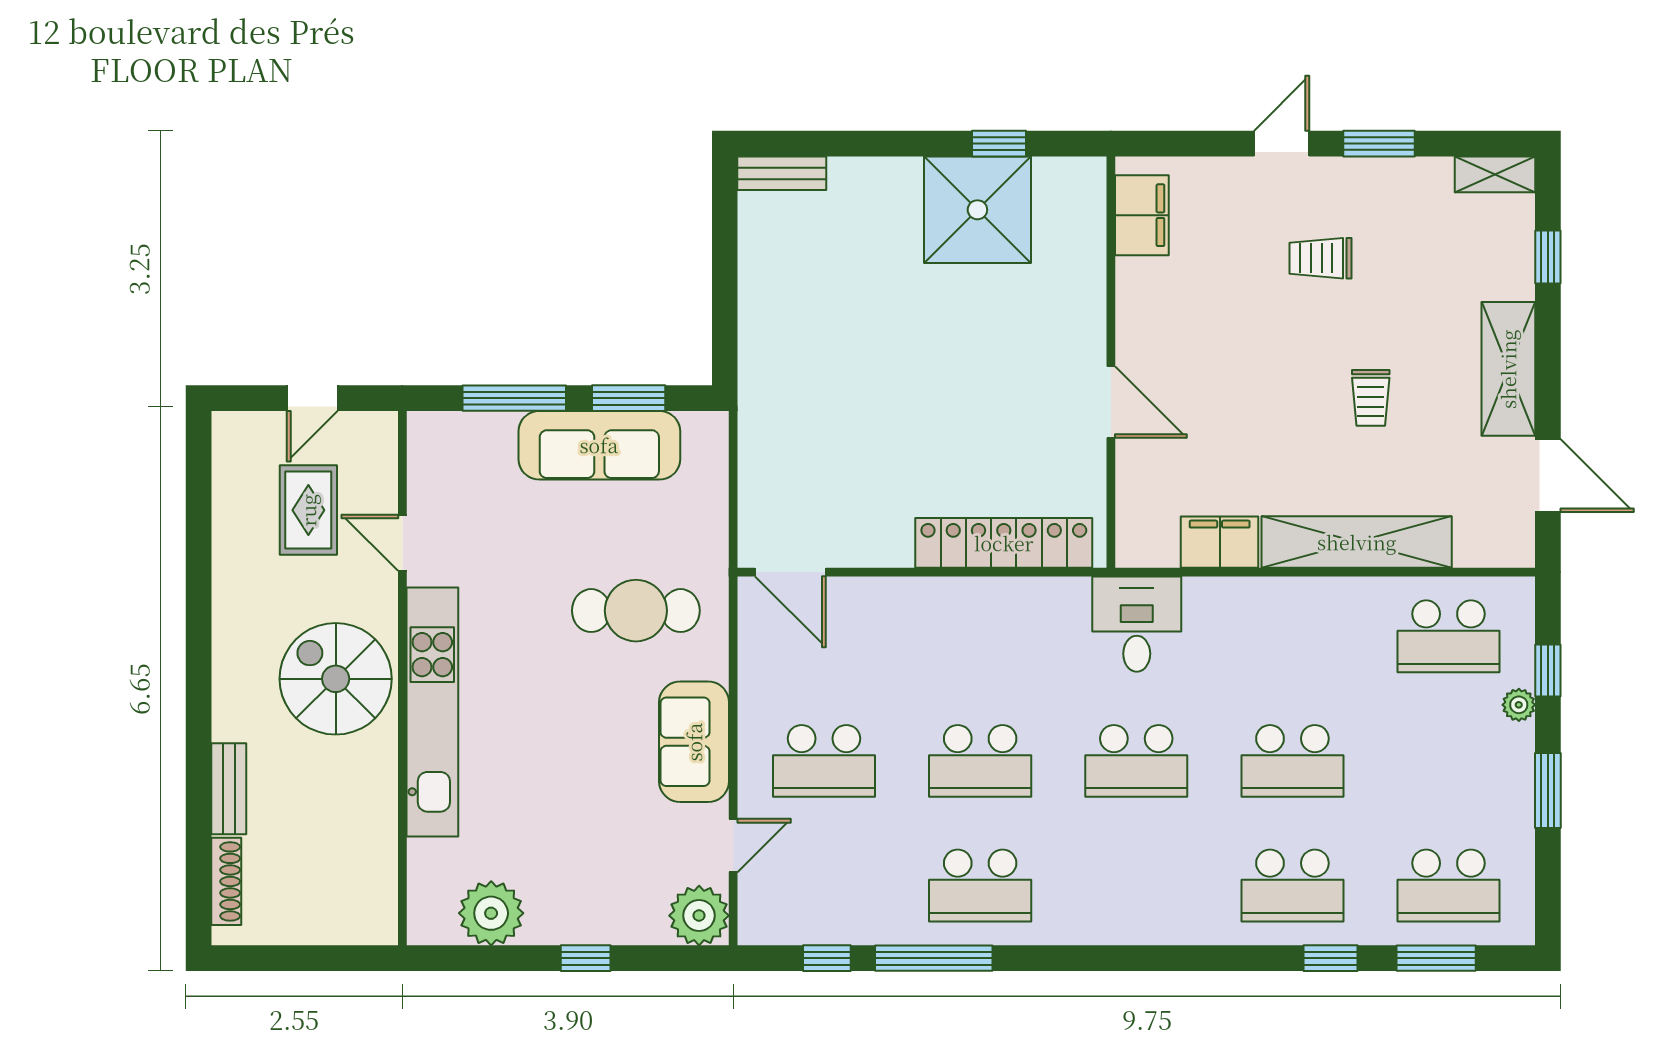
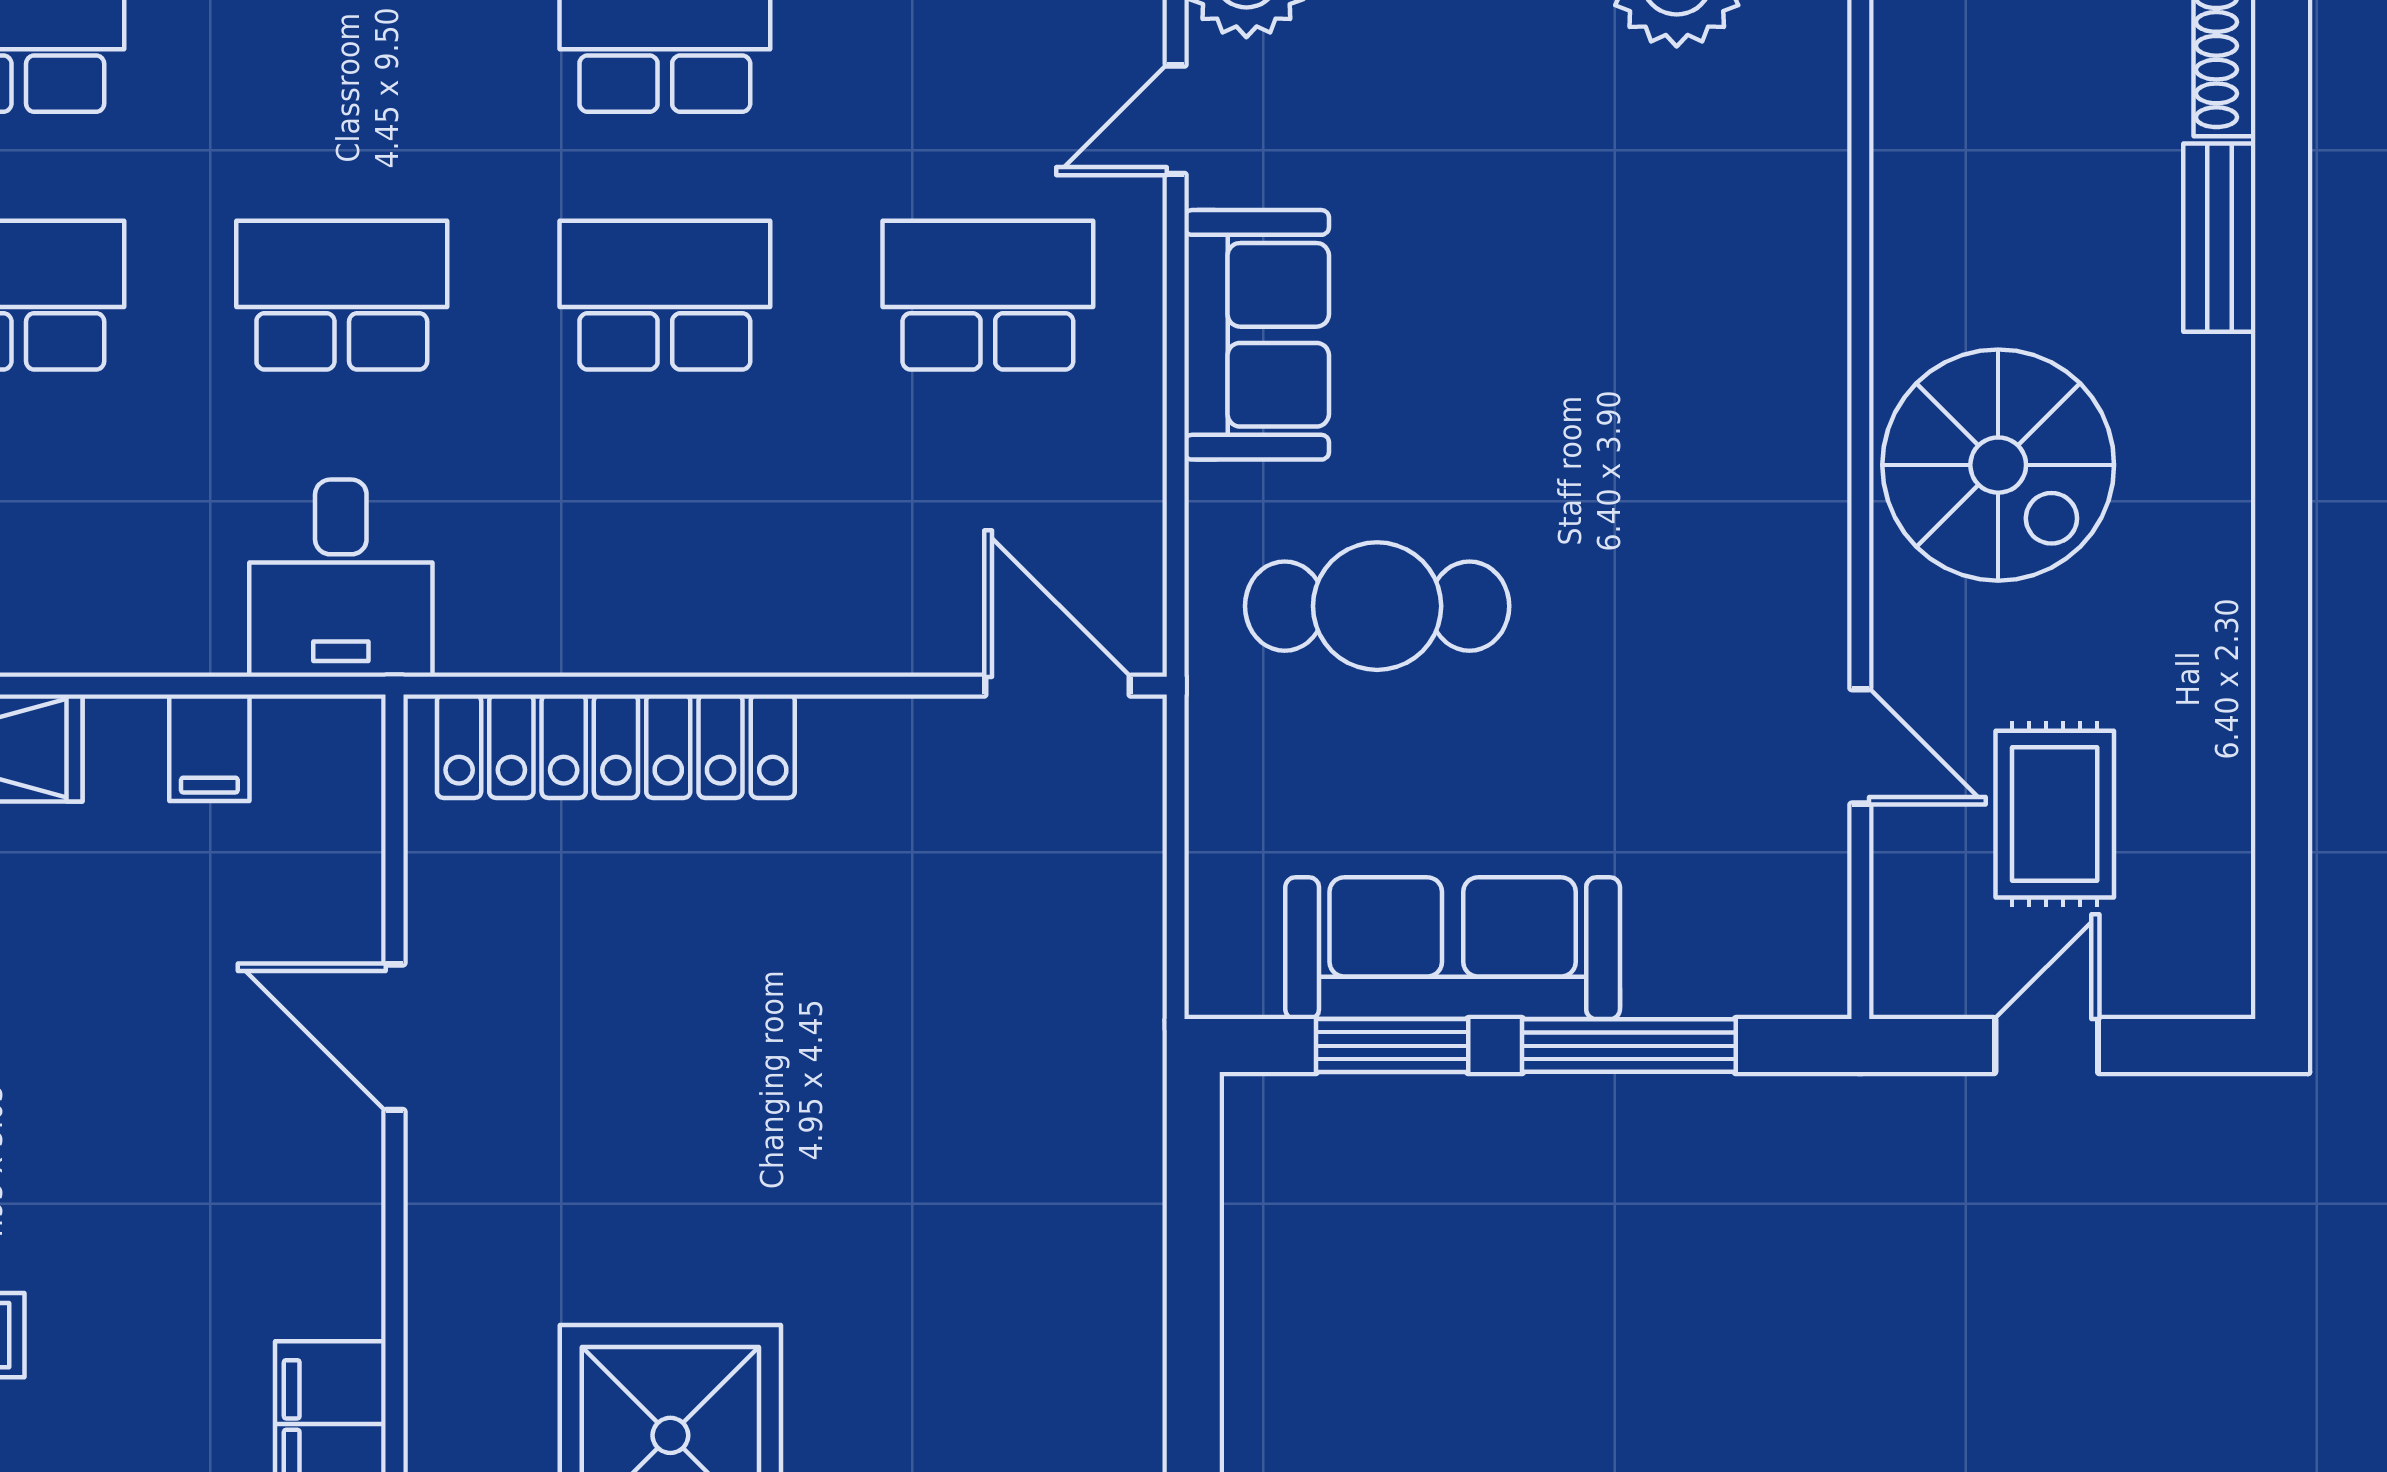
filing cabinet: (1220, 542) -> (209, 748), width x0.50
kitchen unit: (432, 712) -> (1798, 396), removed

